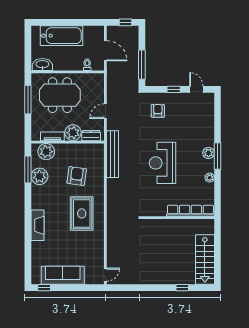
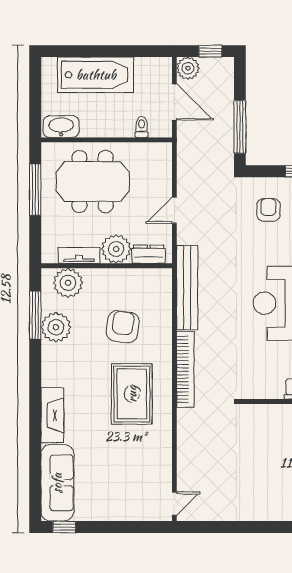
plant: (113, 32) -> (188, 68), added
bookcase: (112, 200) -> (185, 369), added
sofa: (63, 275) -> (57, 483), moved, turned 90

